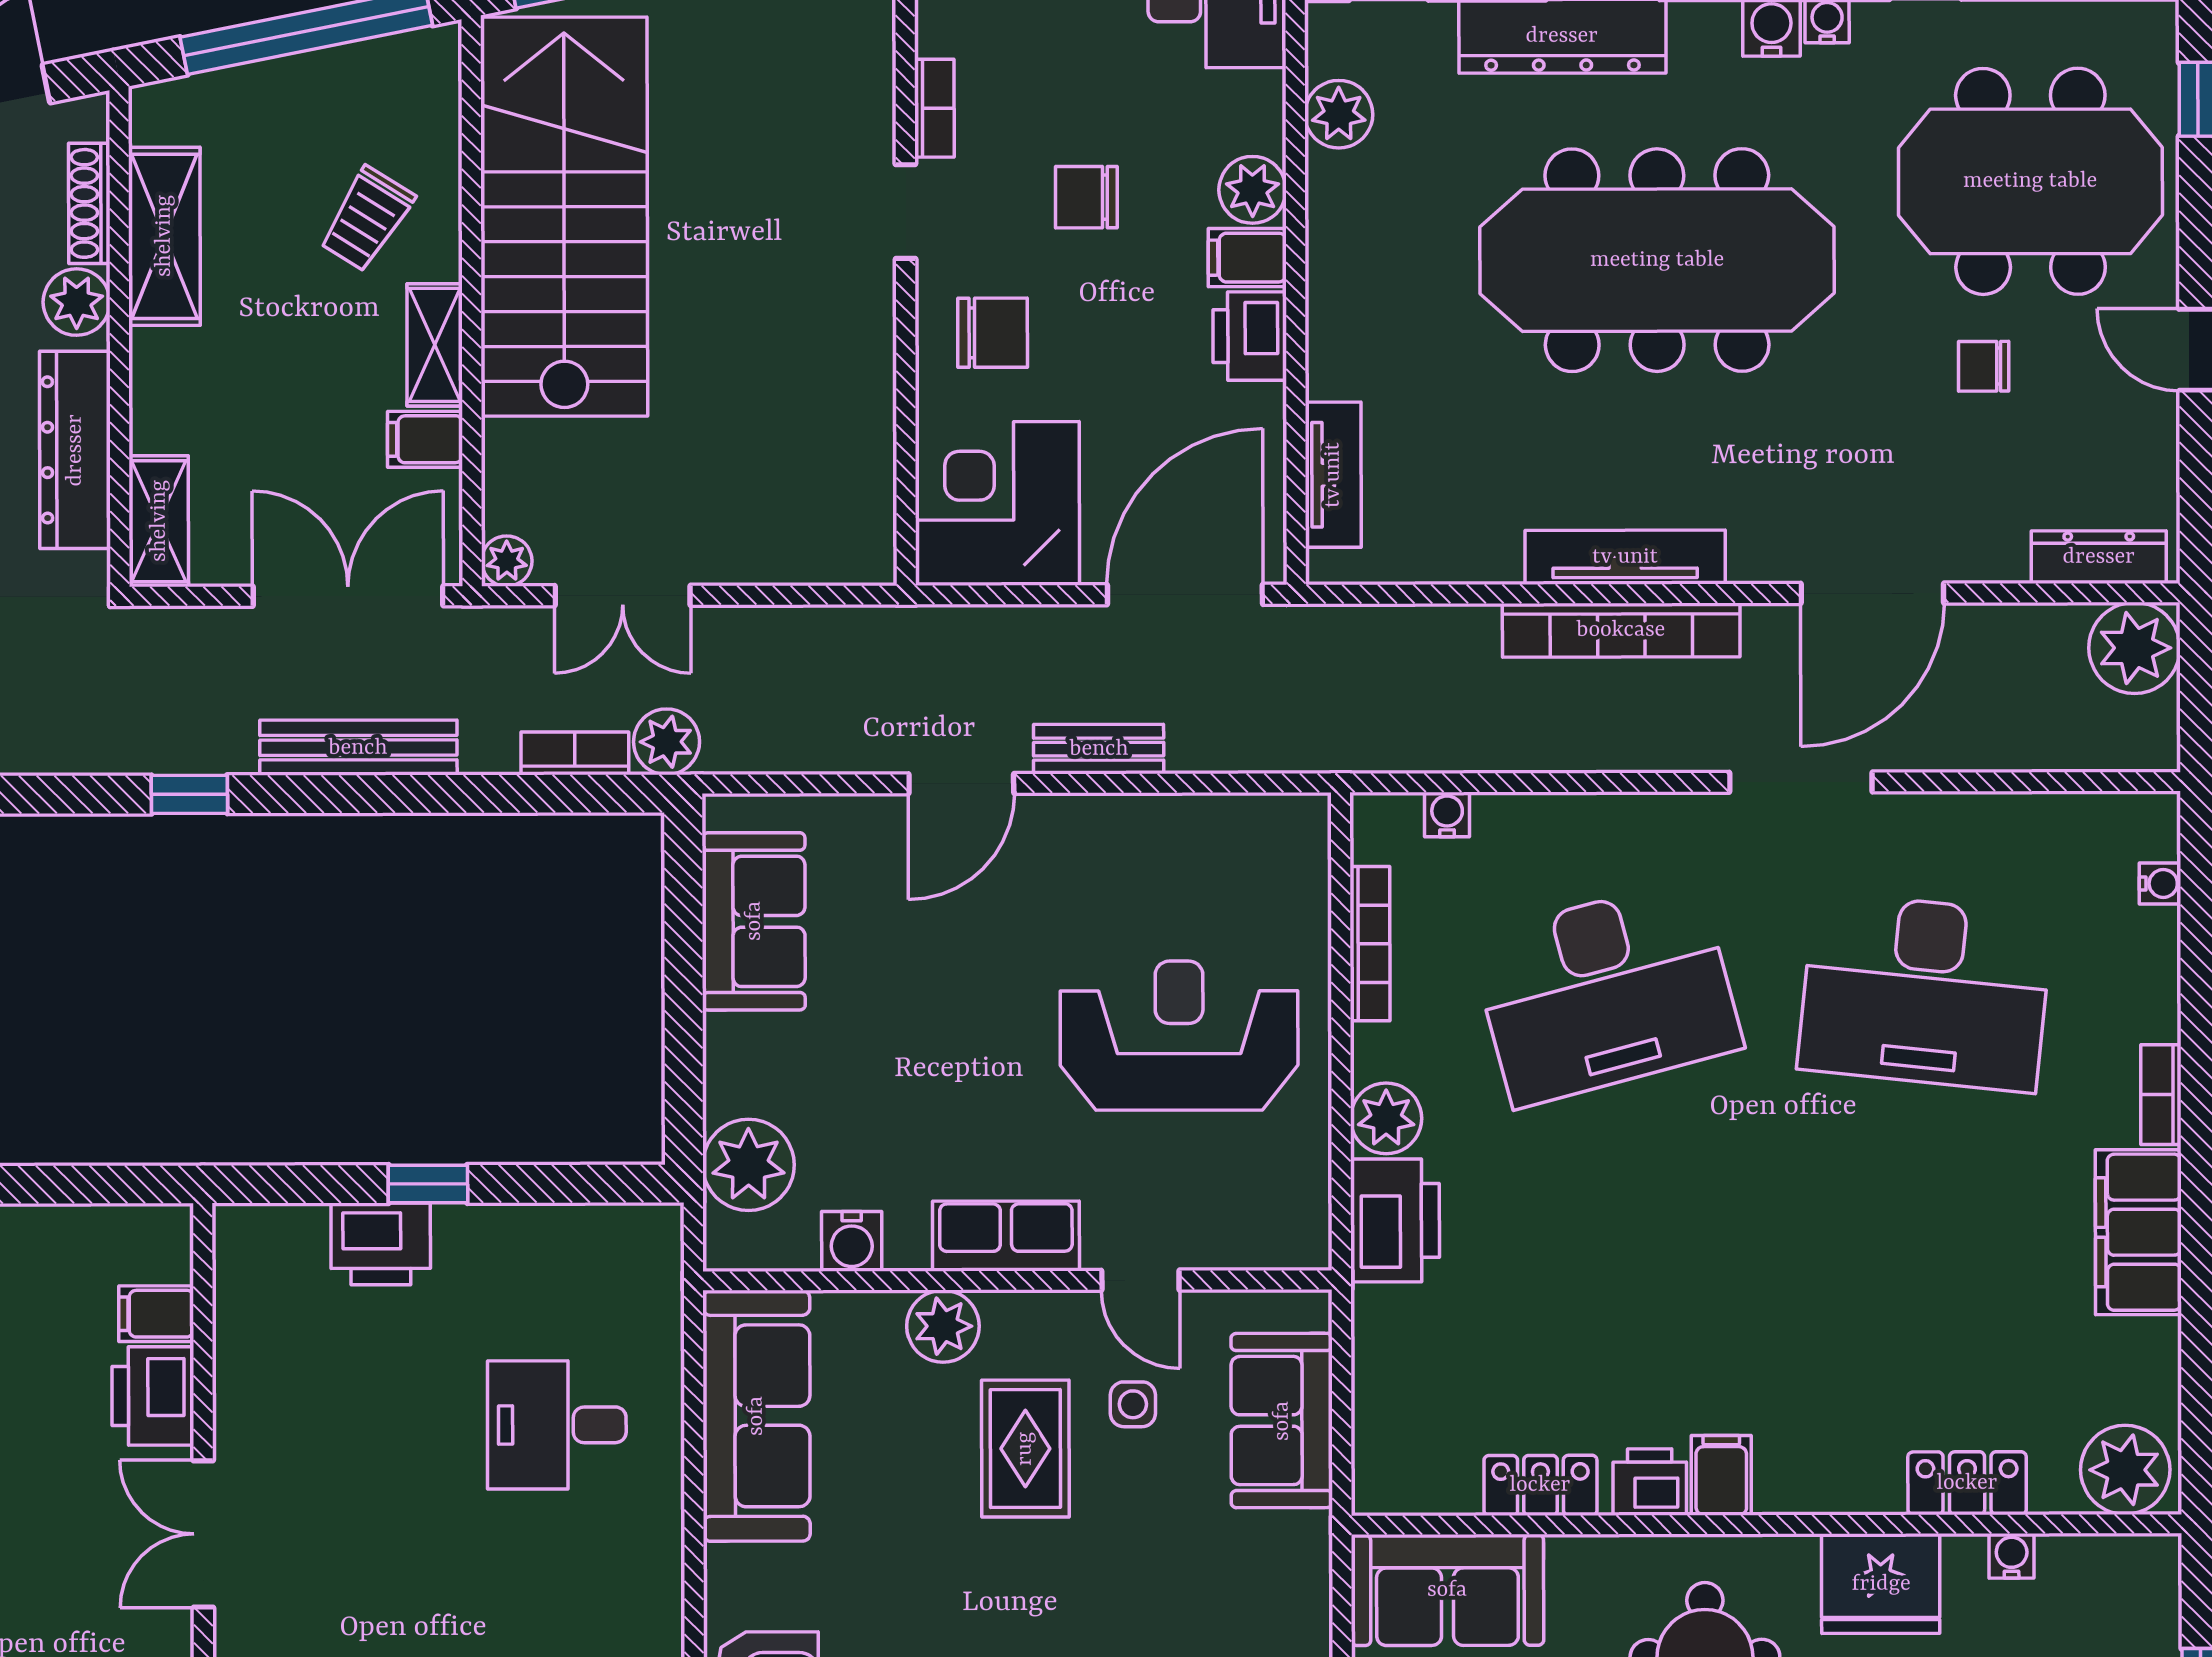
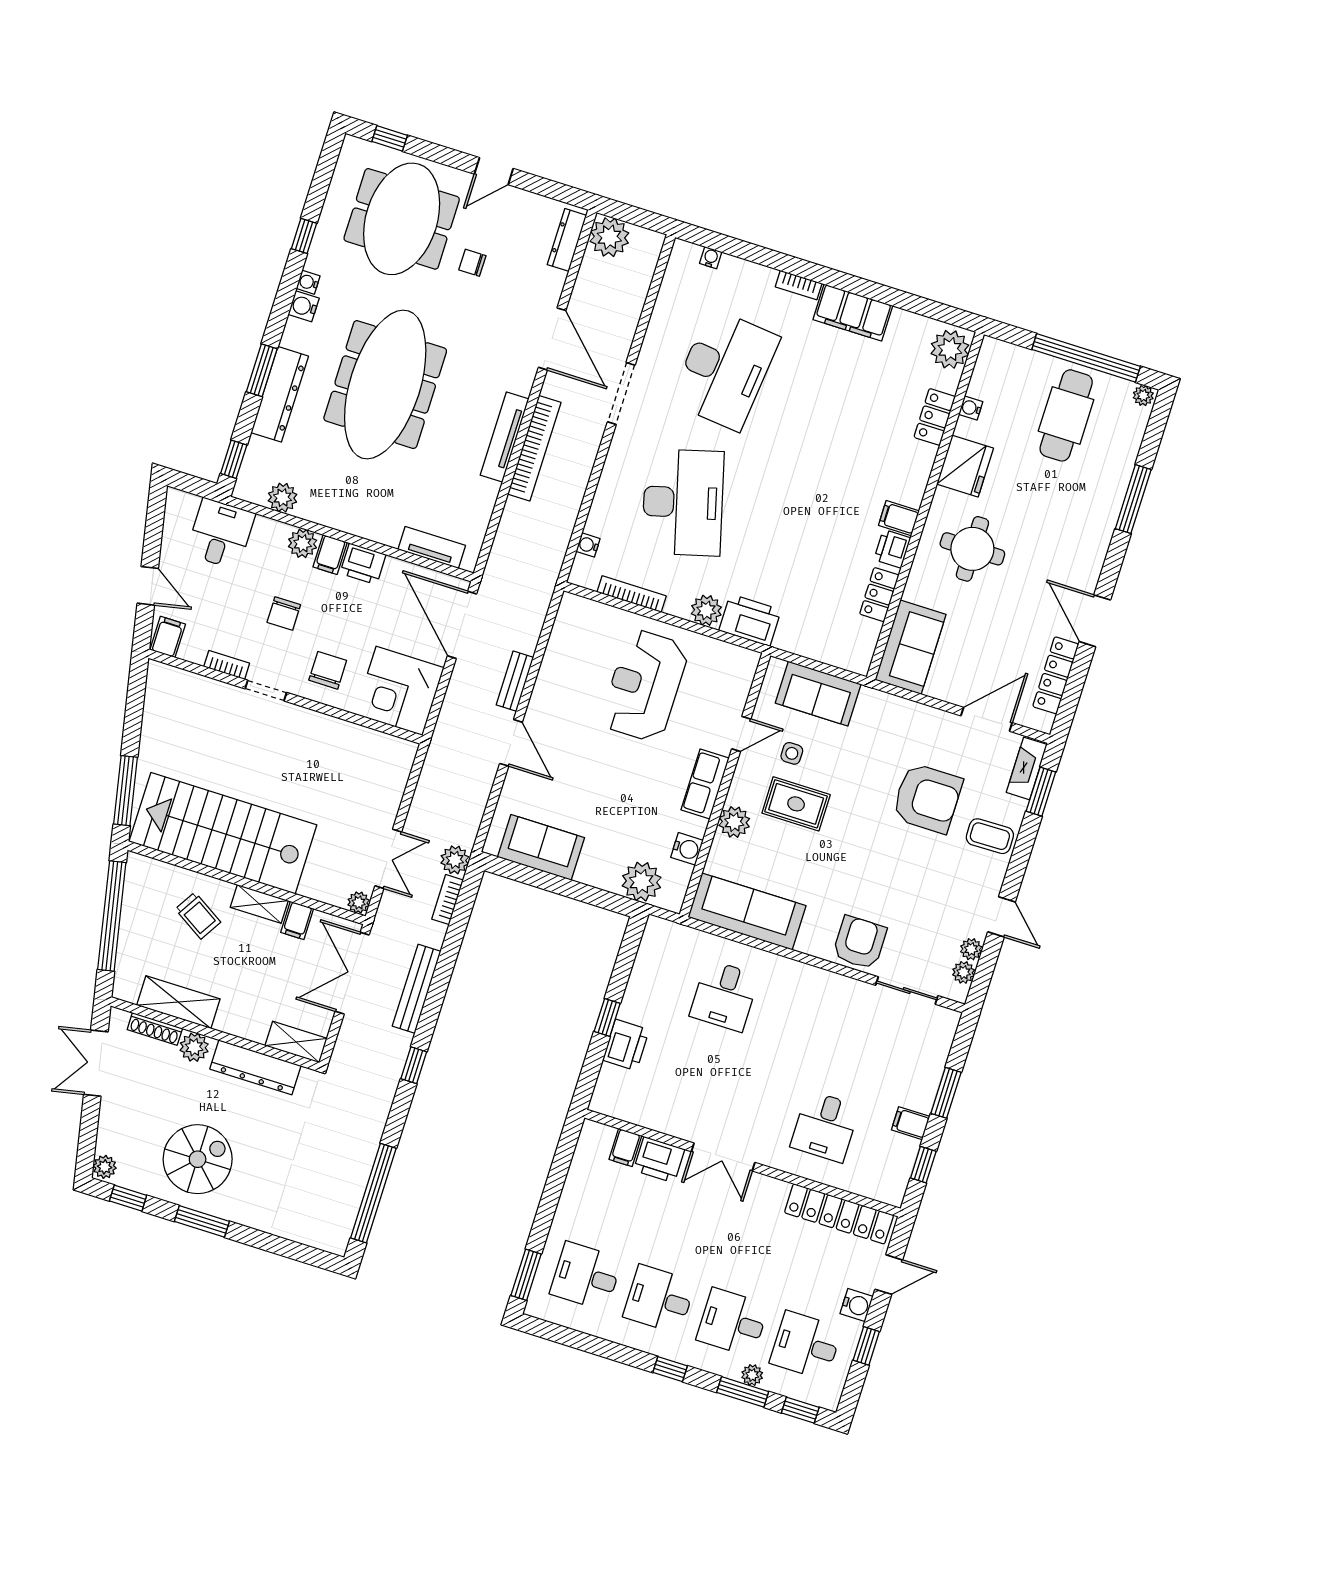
chair: (1984, 366) -> (472, 263), turned 90

